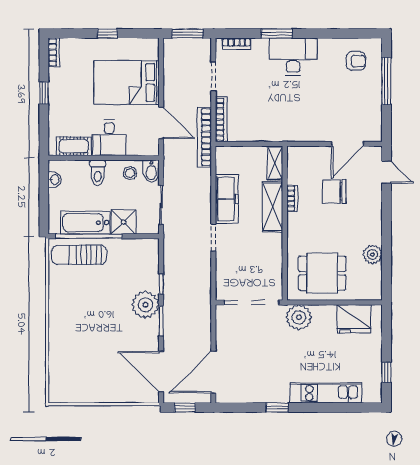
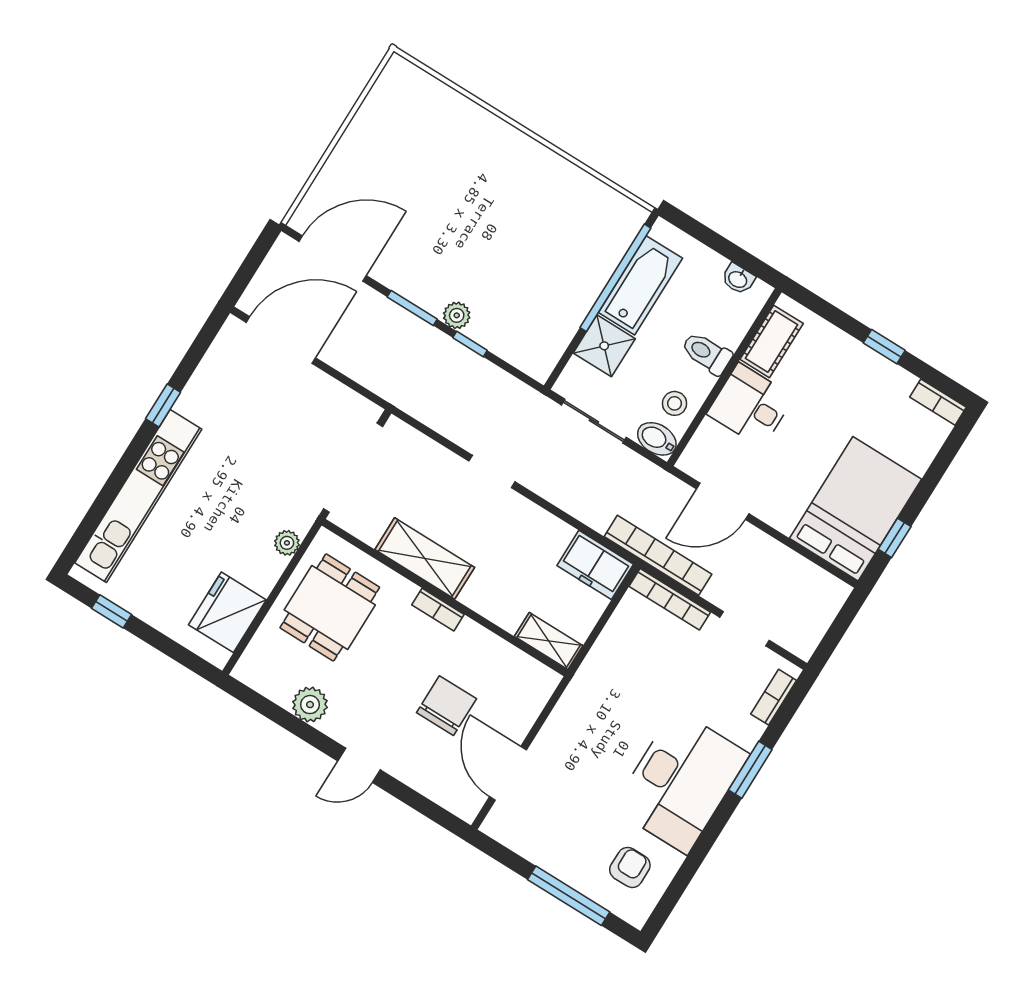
window: (108, 34) -> (895, 538), moved
window: (188, 34) -> (837, 630), removed
desk: (293, 57) -> (681, 781), width x1.36, depth x1.30
armchair: (356, 61) -> (630, 867), turned 180
bed: (127, 82) -> (856, 509), moved
door: (386, 172) -> (359, 765), moved
bookcase: (292, 198) -> (438, 610), moved
freezer: (227, 199) -> (595, 565), moved, width x0.71
shelving: (273, 207) -> (425, 558), moved
sun lounger: (79, 255) -> (596, 244), removed
plant: (145, 305) -> (457, 315), width x0.53, depth x0.53
plant: (299, 317) -> (287, 543), width x0.53, depth x0.53
door: (213, 372) -> (281, 340), hinge flipped
kitchen unit: (326, 393) -> (138, 496), width x1.36
window: (185, 407) -> (253, 261), removed

